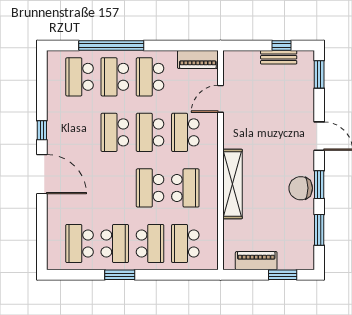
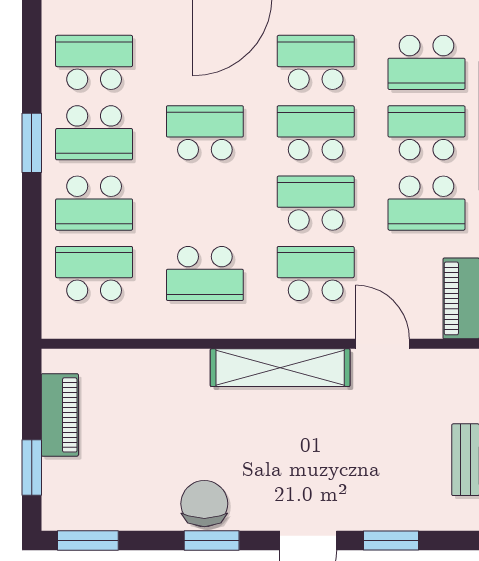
window: (319, 74) -> (391, 540), moved
school desk: (80, 77) -> (426, 62), turned 180
school desk: (150, 77) -> (426, 203), turned 180
school desk: (80, 132) -> (316, 62), added
shelving: (233, 184) -> (280, 368), moved
school desk: (150, 188) -> (205, 133), moved
window: (319, 230) -> (88, 540), moved

